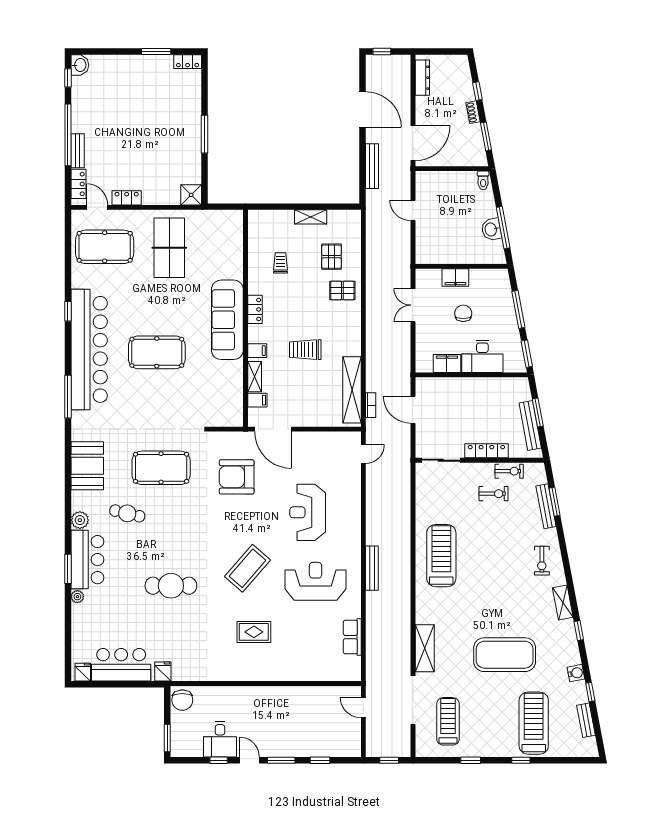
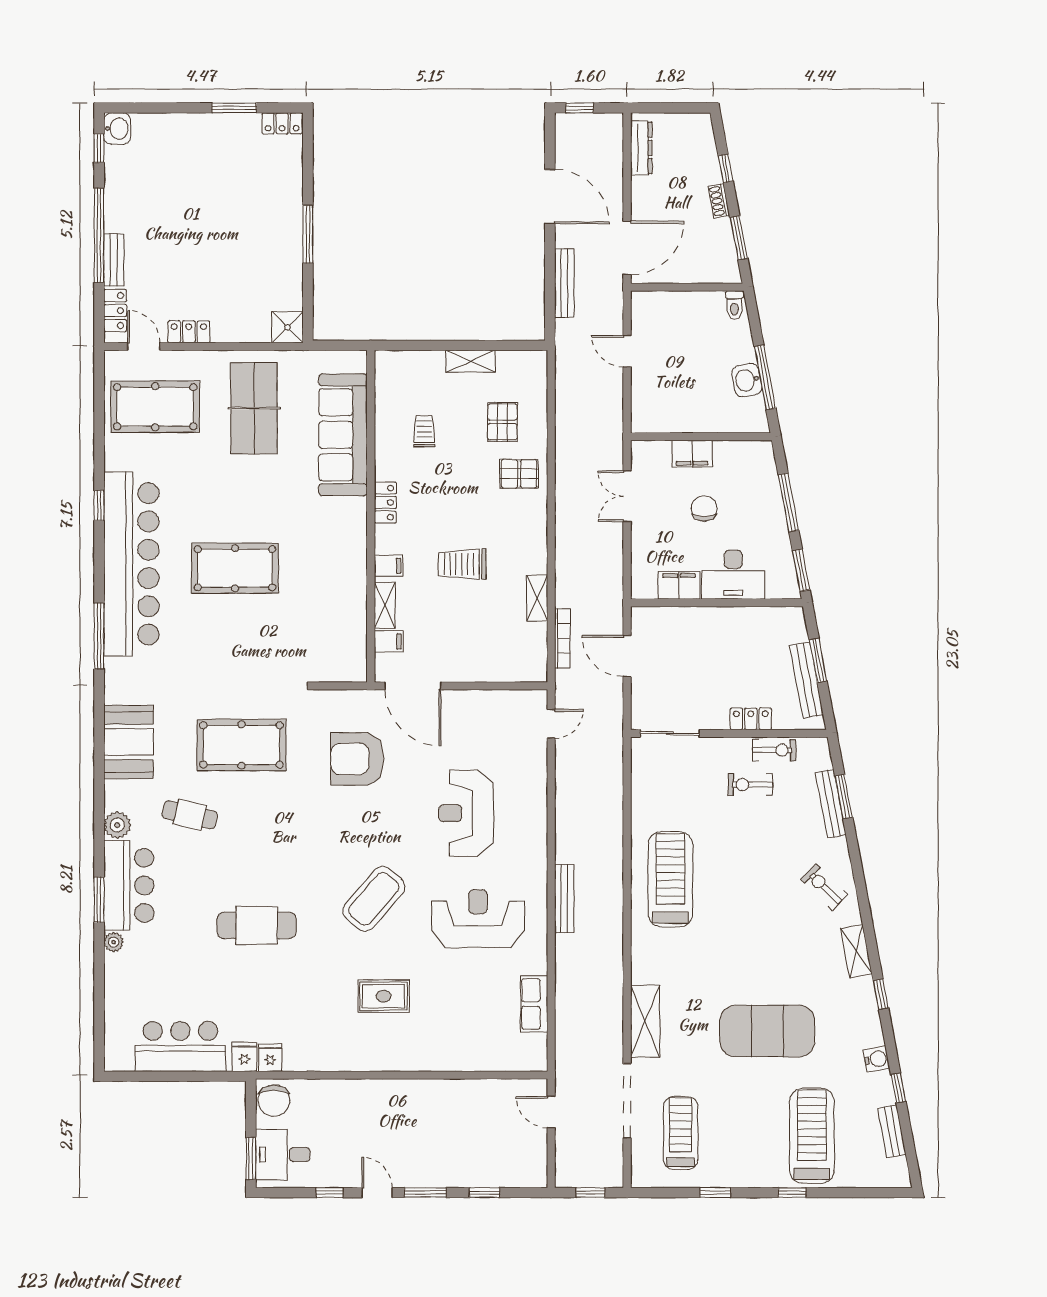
sofa: (227, 320) -> (343, 435), moved
shelving: (352, 390) -> (537, 598), width x0.45, depth x0.75
bookcase: (371, 405) -> (562, 638), width x1.56
locker: (486, 451) -> (751, 719), width x0.66
exercise bike: (494, 494) -> (750, 785), turned 180
exercise bike: (542, 561) -> (824, 887), turned 134
fridge: (83, 672) -> (270, 1058), moved
desk: (220, 739) -> (283, 1155), moved, turned 90

